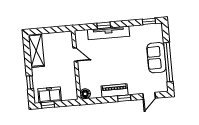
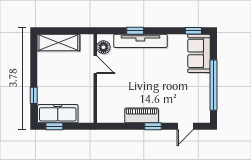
shelving: (36, 51) -> (58, 43), moved, turned 90
sofa: (156, 58) -> (199, 53), moved
floor lamp: (85, 94) -> (103, 47), moved
freezer: (50, 95) -> (58, 114), width x1.40

